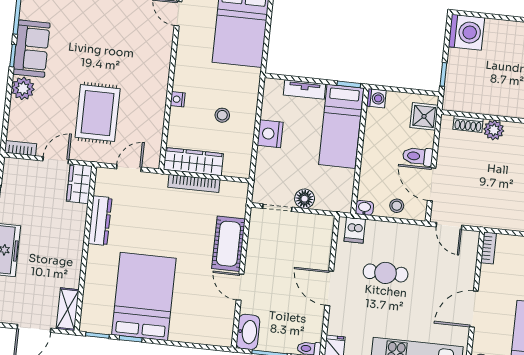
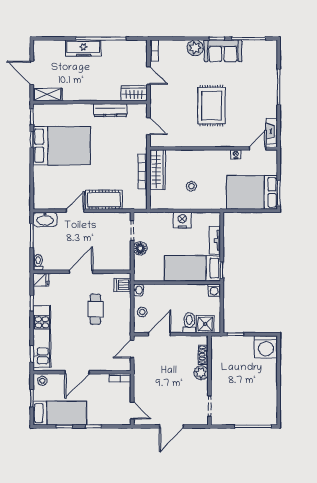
nightstand: (178, 99) -> (236, 154), moved
rug: (98, 113) -> (212, 106), moved, turned 90
toilet: (418, 156) -> (189, 323), moved
door: (474, 309) -> (77, 372), swing flipped

